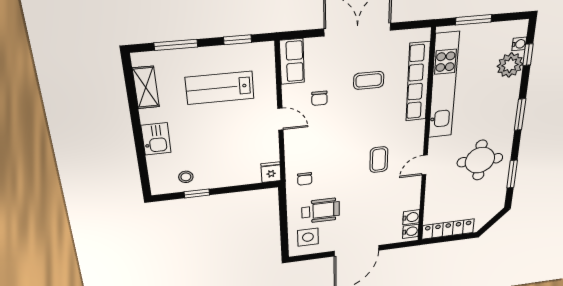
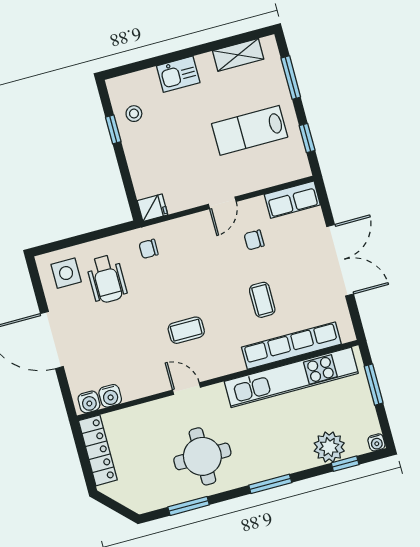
water cooler: (519, 44) -> (376, 442), moved
coffee table: (369, 80) -> (262, 300), moved
lab bench: (220, 88) -> (250, 130), turned -90

